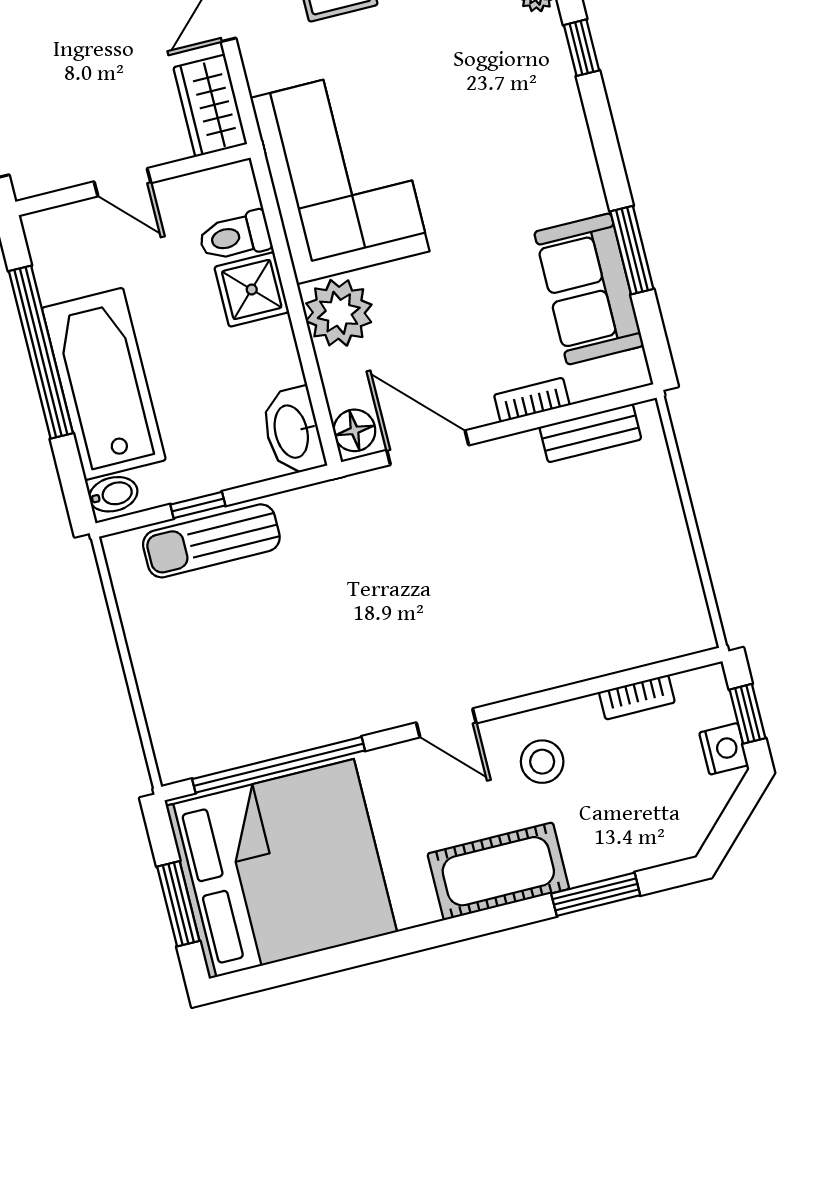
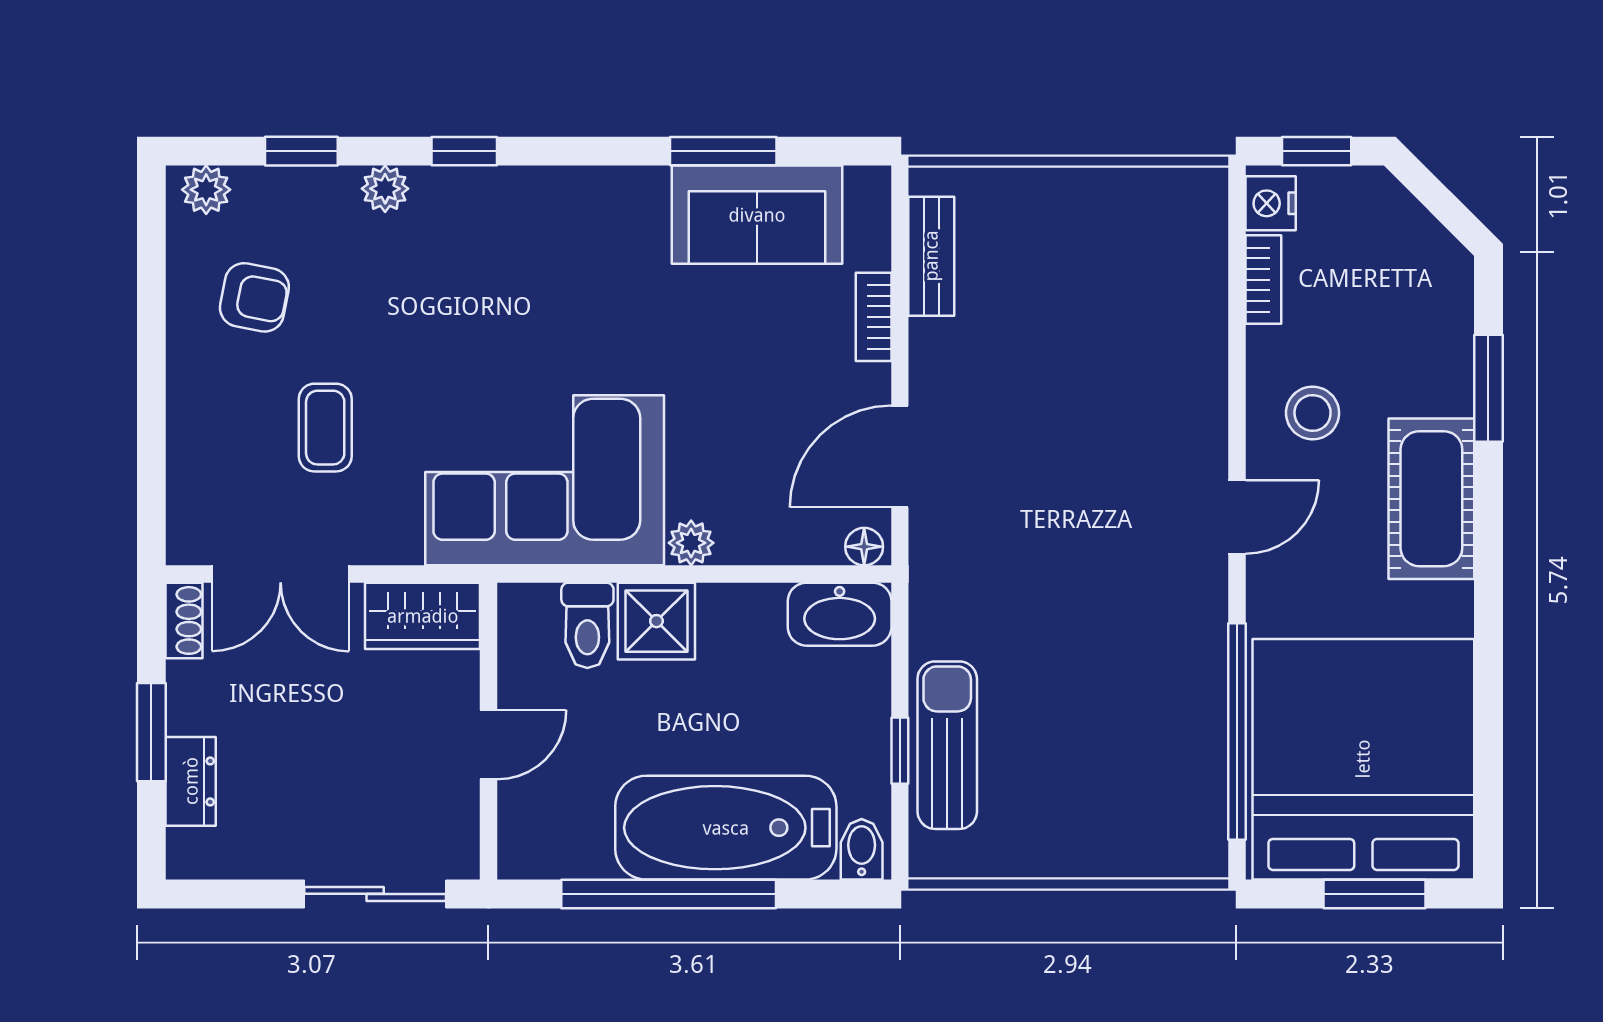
plant: (339, 313) -> (691, 543), width x0.53, depth x0.53
floor lamp: (354, 430) -> (864, 547), width x0.73, depth x0.73
sun lounger: (211, 541) -> (947, 745), turned 180
nightstand: (724, 749) -> (1271, 203), moved, turned -90

